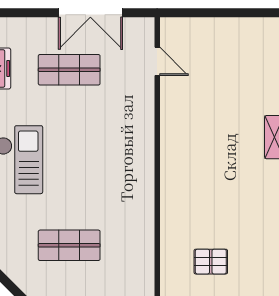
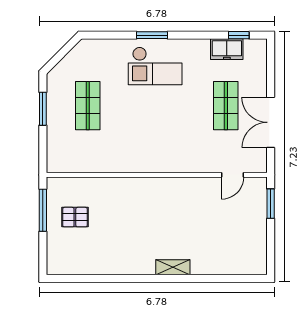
window: (194, 13) -> (271, 204), added
pallet: (211, 262) -> (75, 217), turned 90

